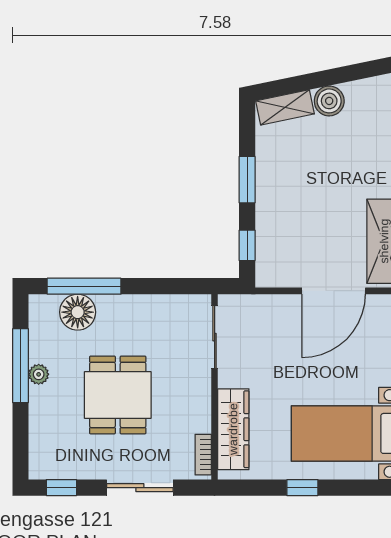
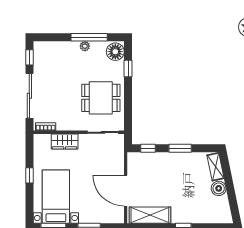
window: (84, 286) -> (128, 68), width x0.46
floor lamp: (78, 312) -> (115, 52), moved
dining table: (118, 395) -> (101, 98), moved
wardrobe: (233, 429) -> (65, 142), width x0.67
sliding door: (140, 488) -> (29, 96), width x1.37

